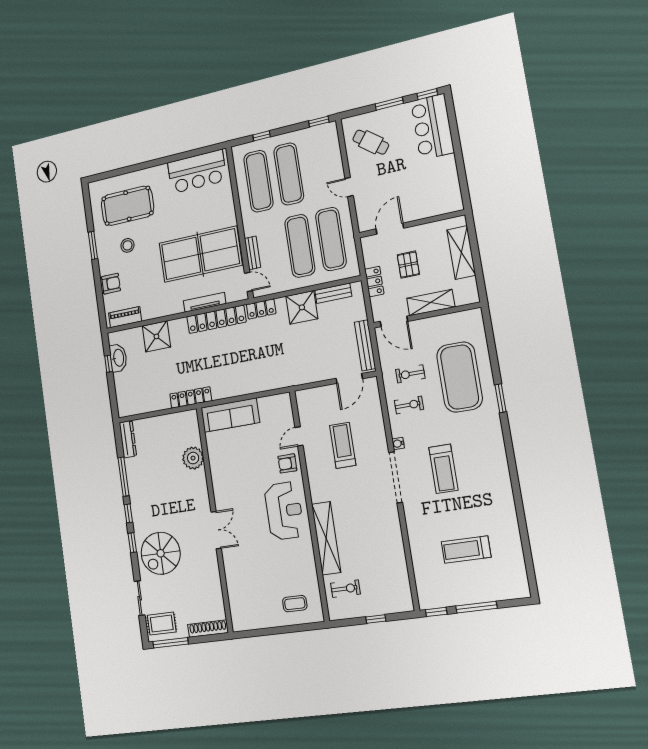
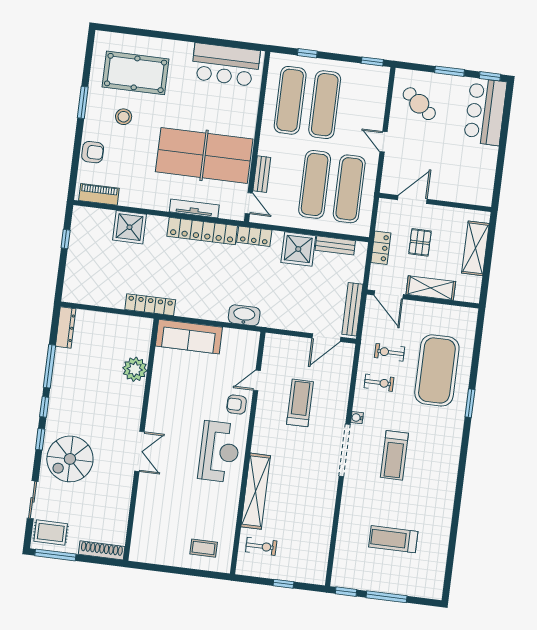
washbasin: (118, 358) -> (244, 315), moved, turned -90

